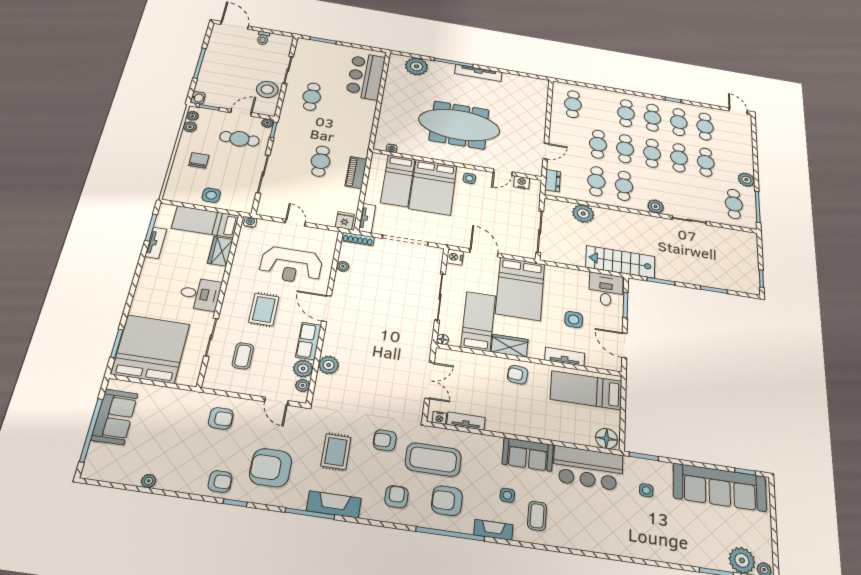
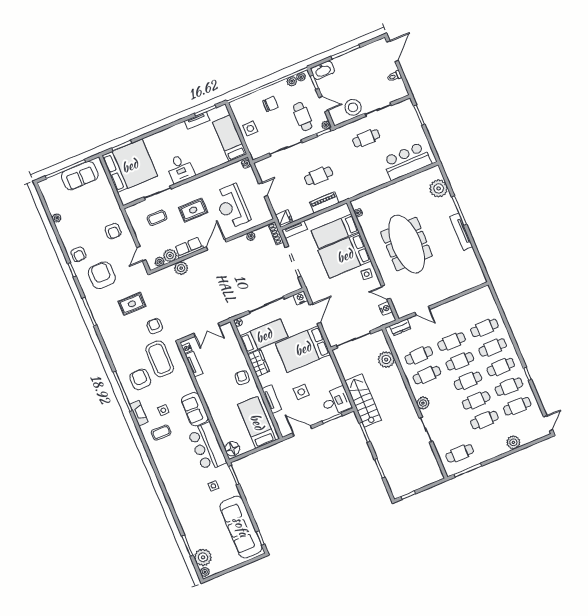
washbasin: (198, 98) -> (323, 70), width x1.91, depth x1.45
cafe table: (573, 104) -> (484, 328), moved
plant: (746, 180) -> (513, 442), moved
wardrobe: (220, 251) -> (215, 160), removed
door: (624, 345) -> (302, 431), hinge flipped
armchair: (396, 497) -> (126, 351), removed
fireplace: (334, 504) -> (102, 321), removed

